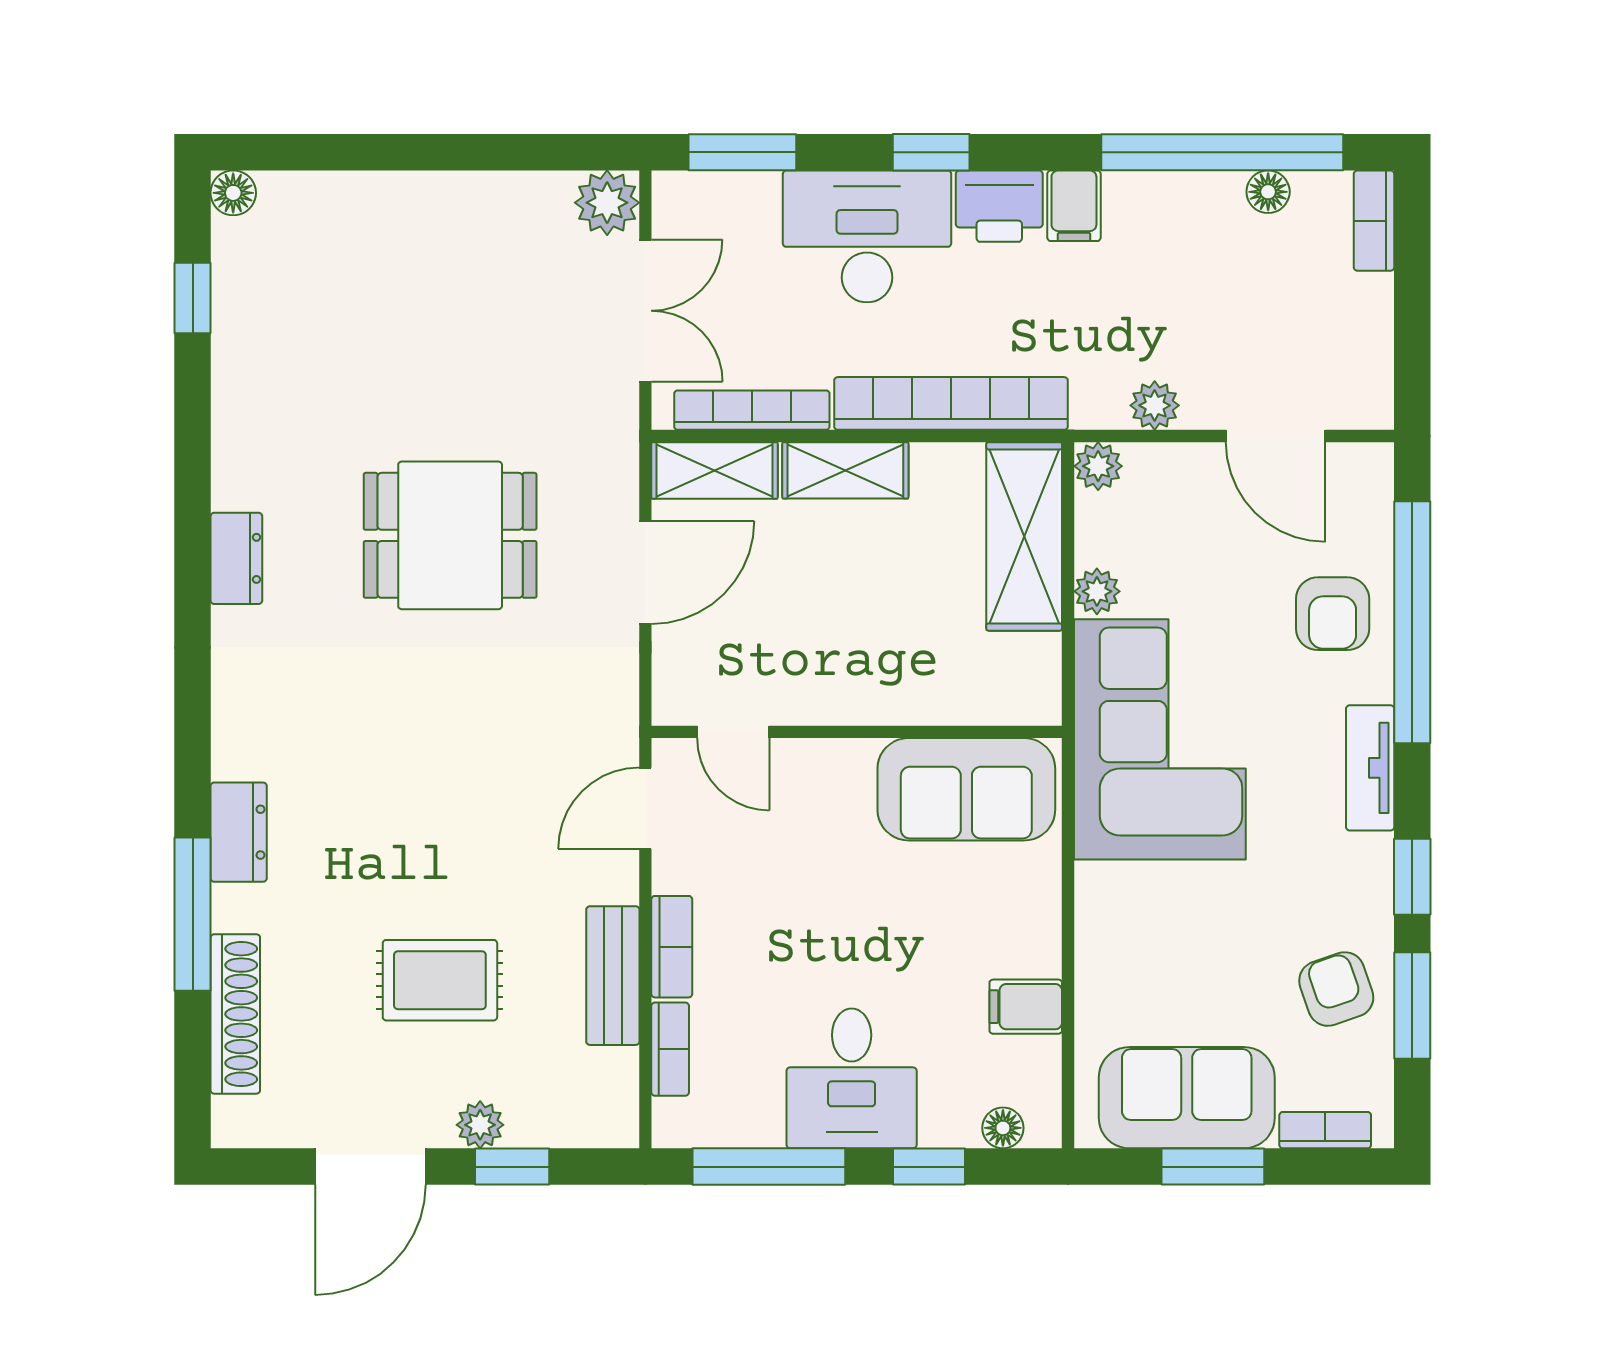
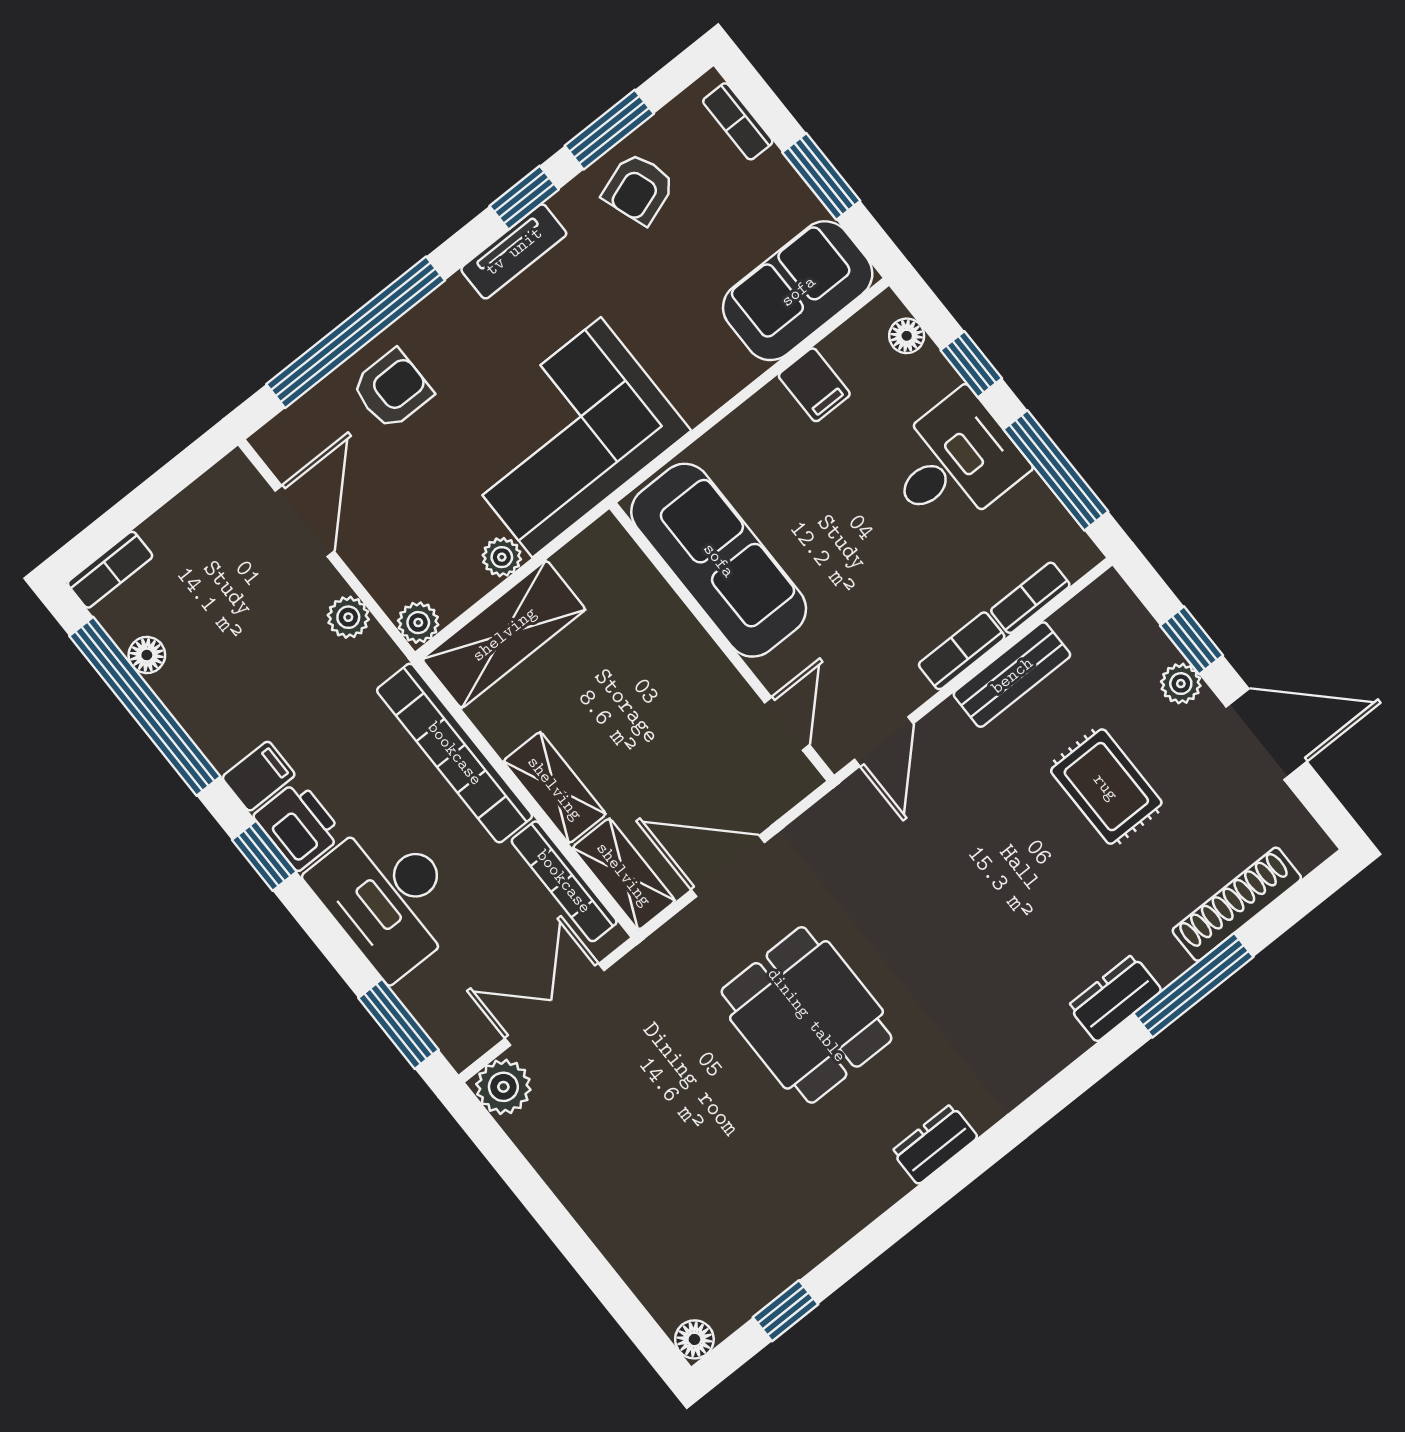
window: (931, 152) -> (264, 856), moved
tv unit: (1370, 768) -> (514, 251), moved
sofa: (966, 789) -> (719, 560), width x1.36
door: (645, 808) -> (884, 741), hinge flipped
sofa: (1187, 1098) -> (798, 291), moved, turned 90

